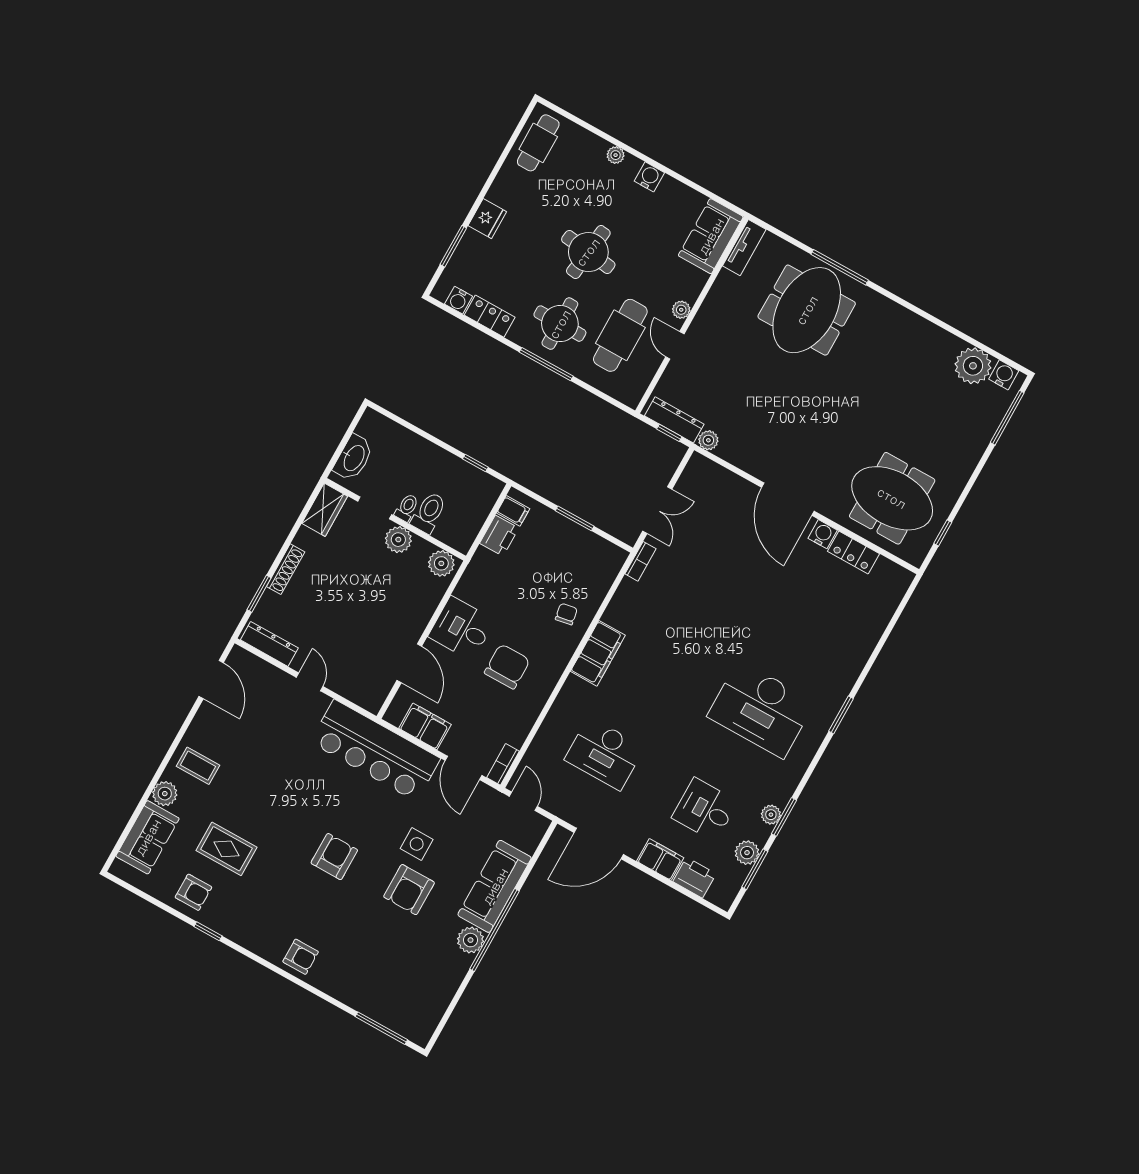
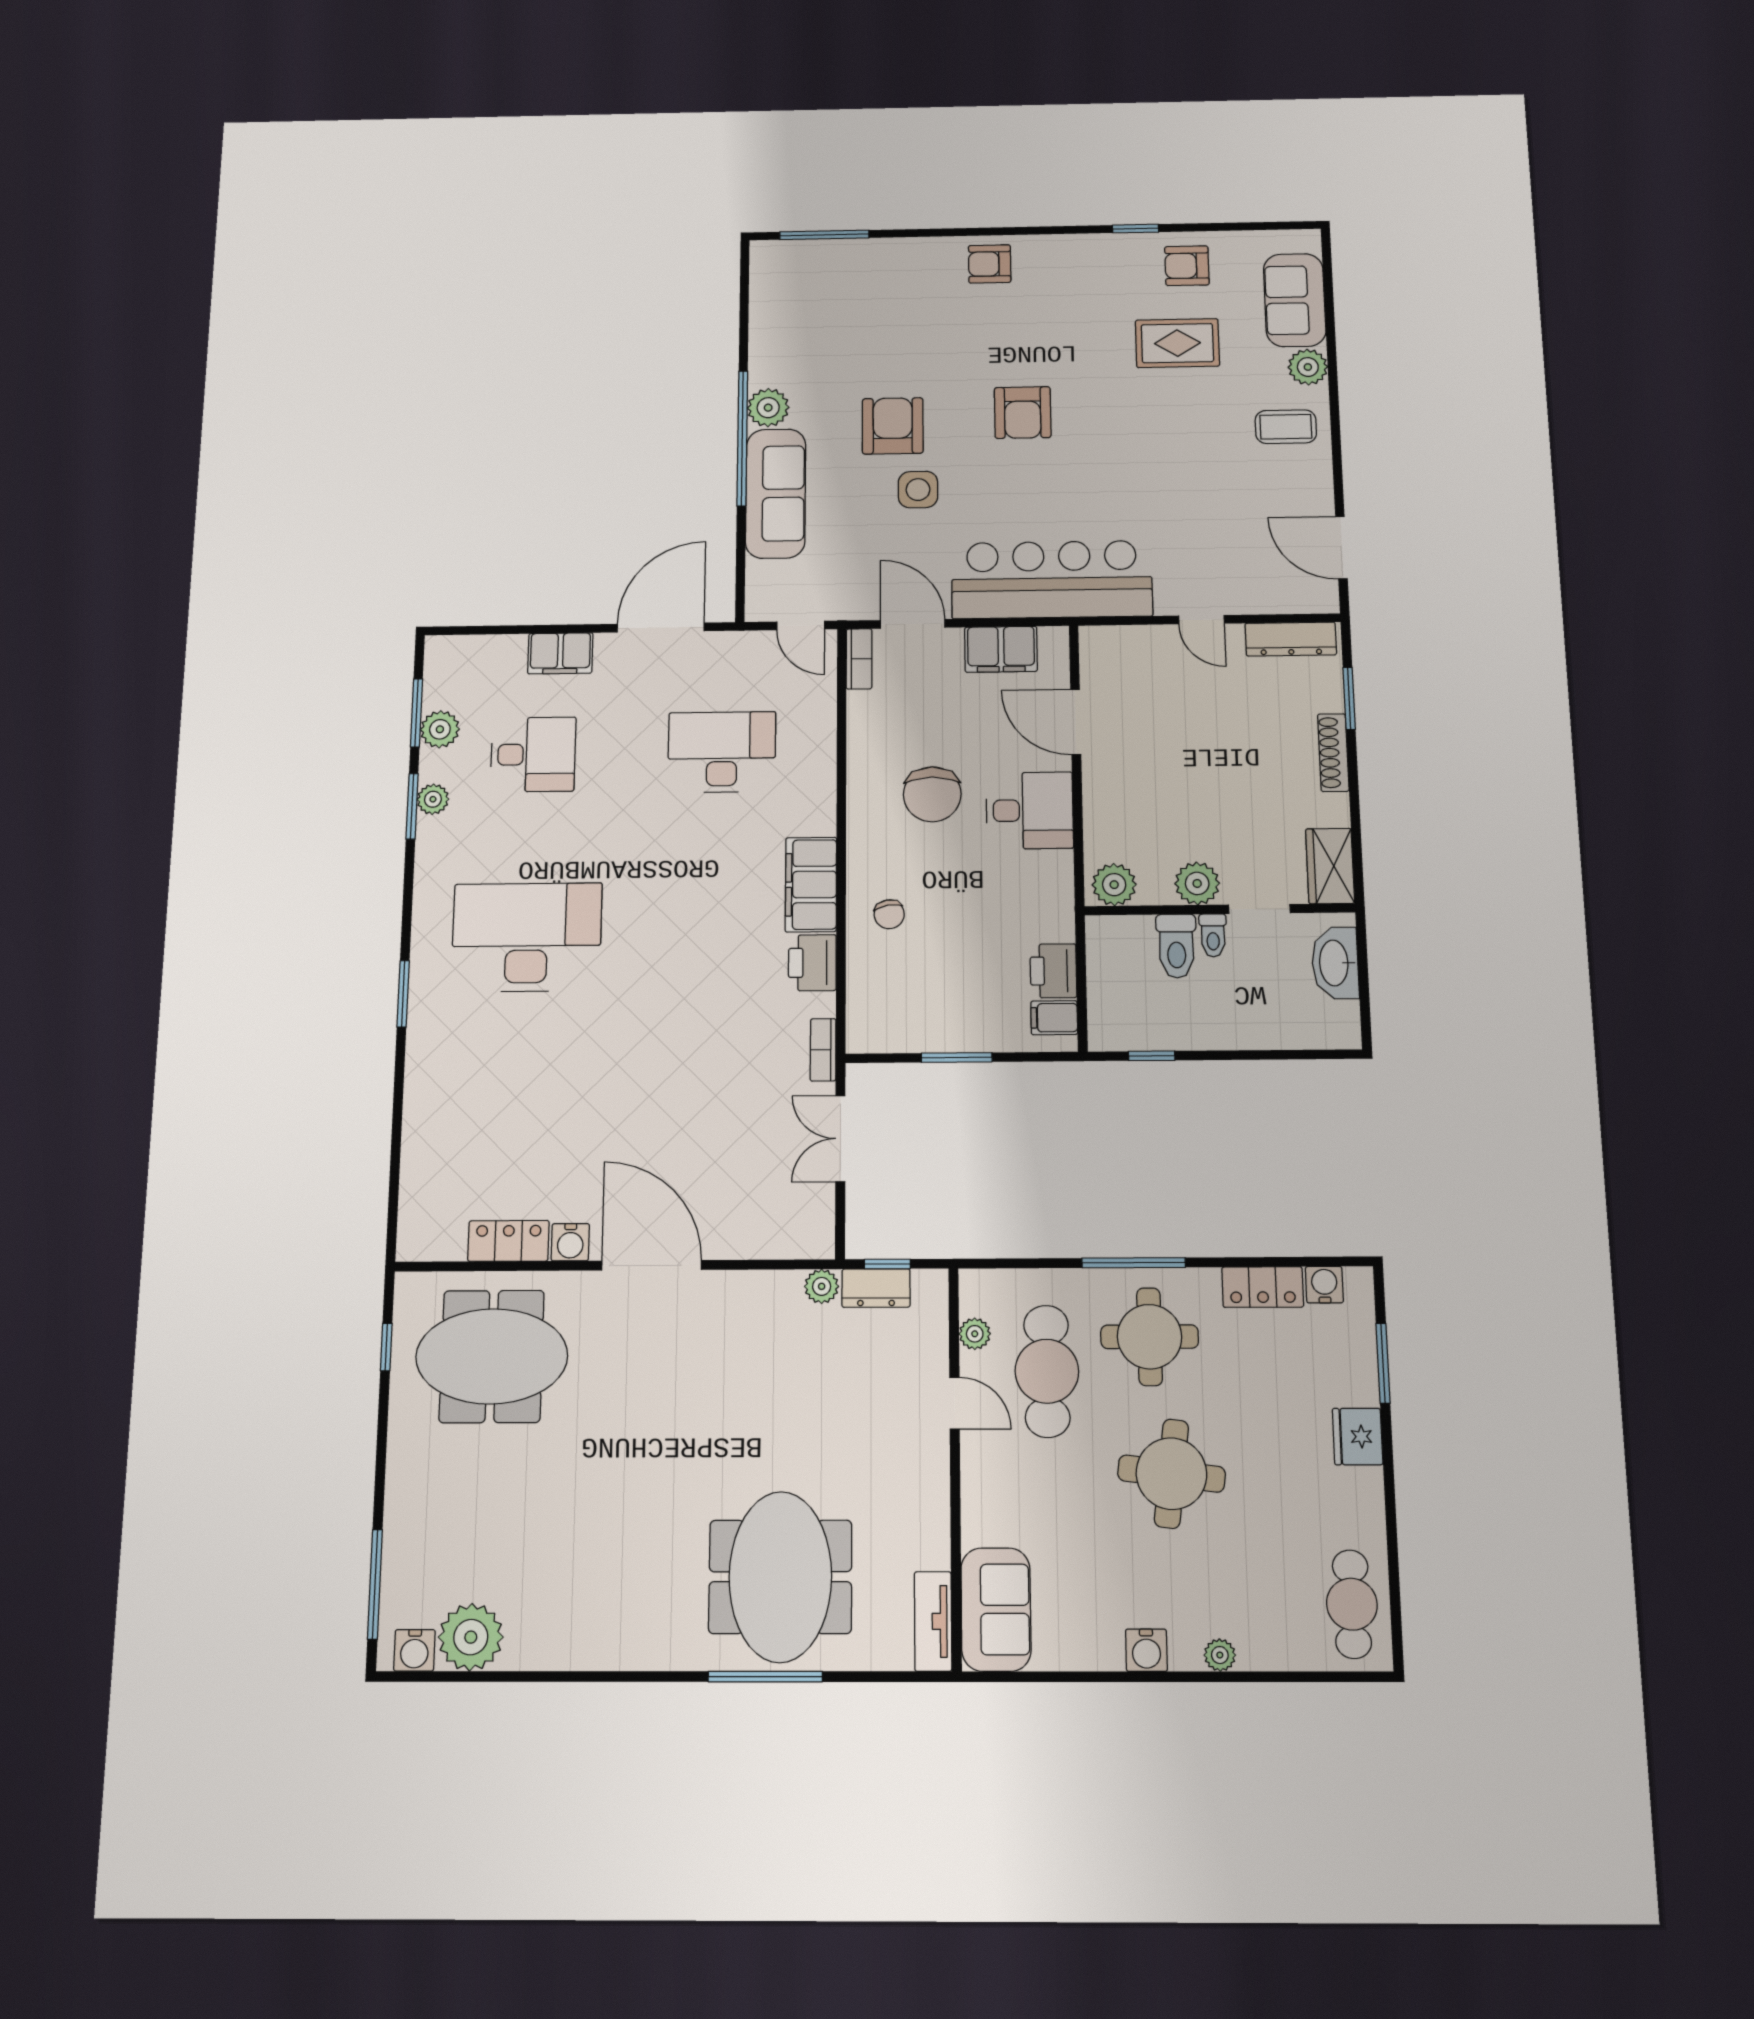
plant: (681, 310) -> (975, 1334), moved
dresser: (674, 420) -> (876, 1288), width x0.70
printer: (694, 878) -> (812, 963), moved, turned 90

